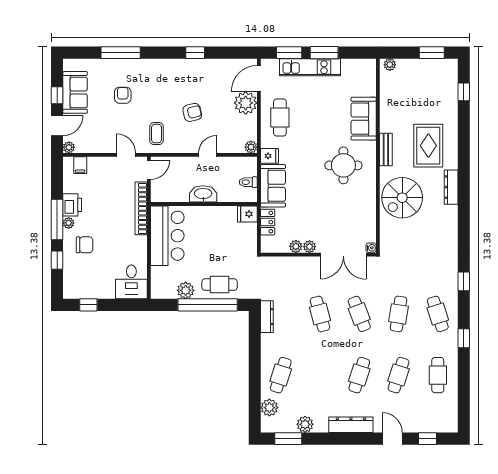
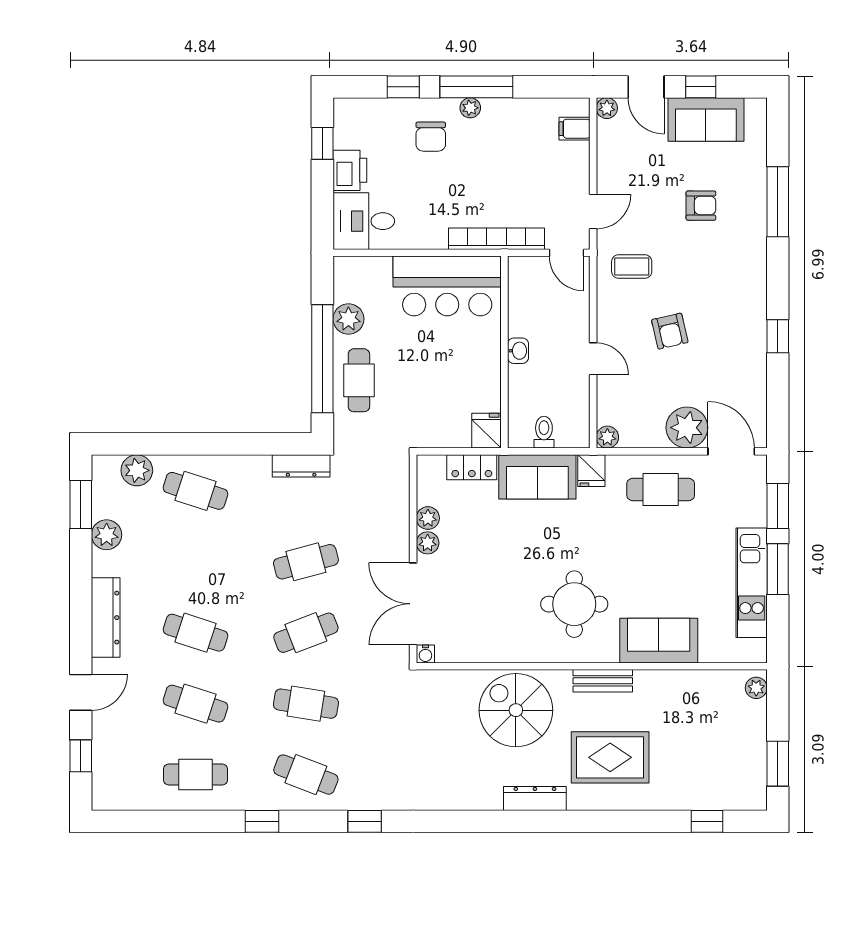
kitchen unit: (310, 67) -> (752, 583), moved
washbasin: (203, 194) -> (518, 351), width x0.52, depth x0.69
printer: (72, 205) -> (350, 170), moved, turned -90
cafe table: (438, 314) -> (306, 775), turned 39

